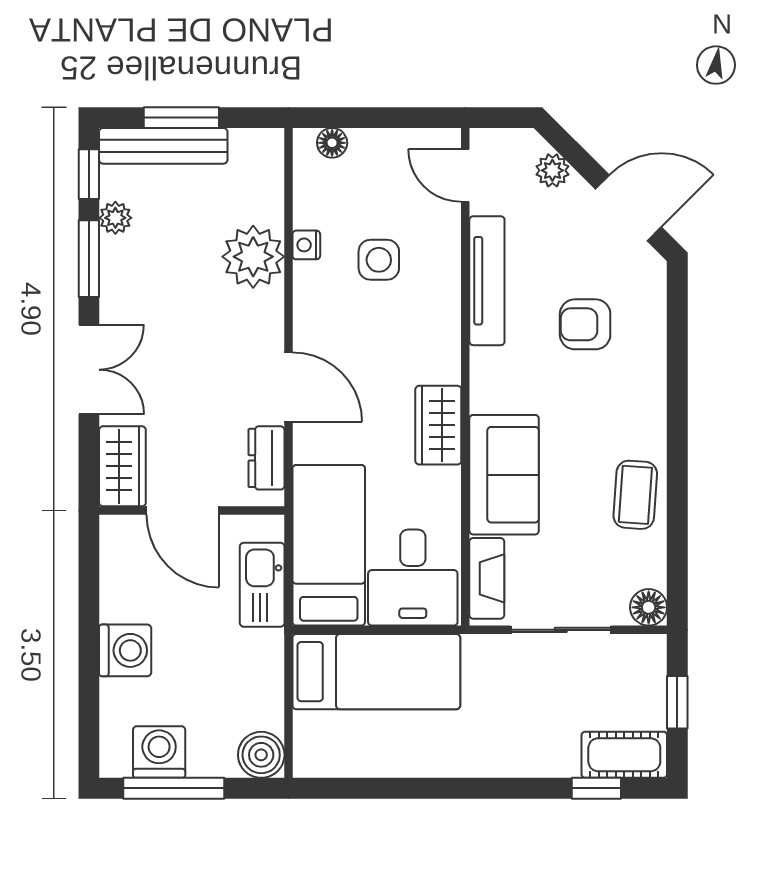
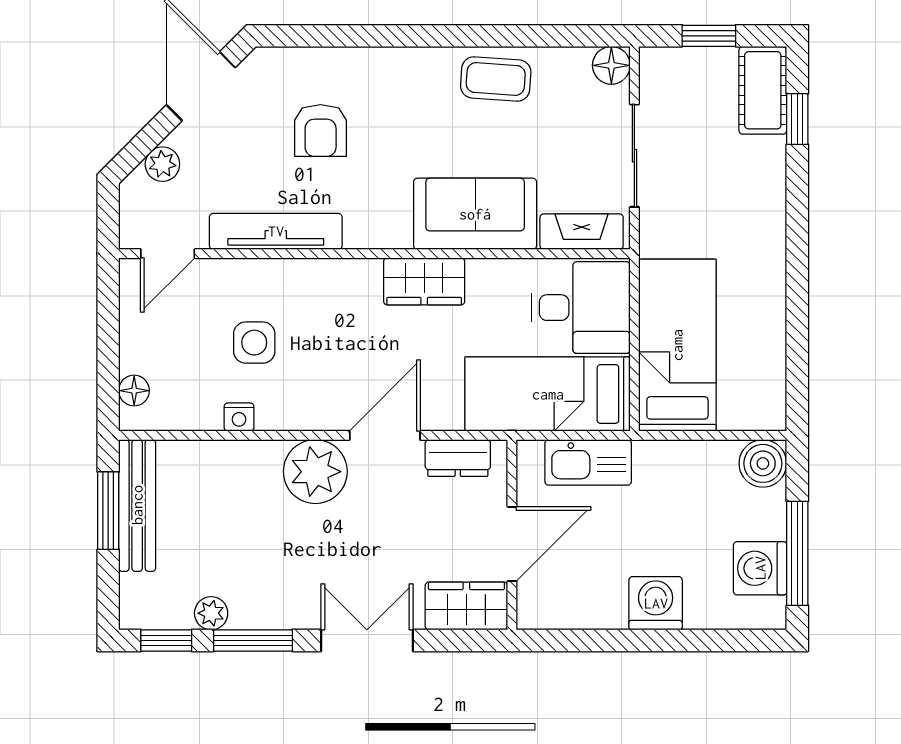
window: (181, 118) -> (108, 511), moved
bench: (163, 146) -> (137, 505), moved
plant: (253, 257) -> (315, 472), moved

